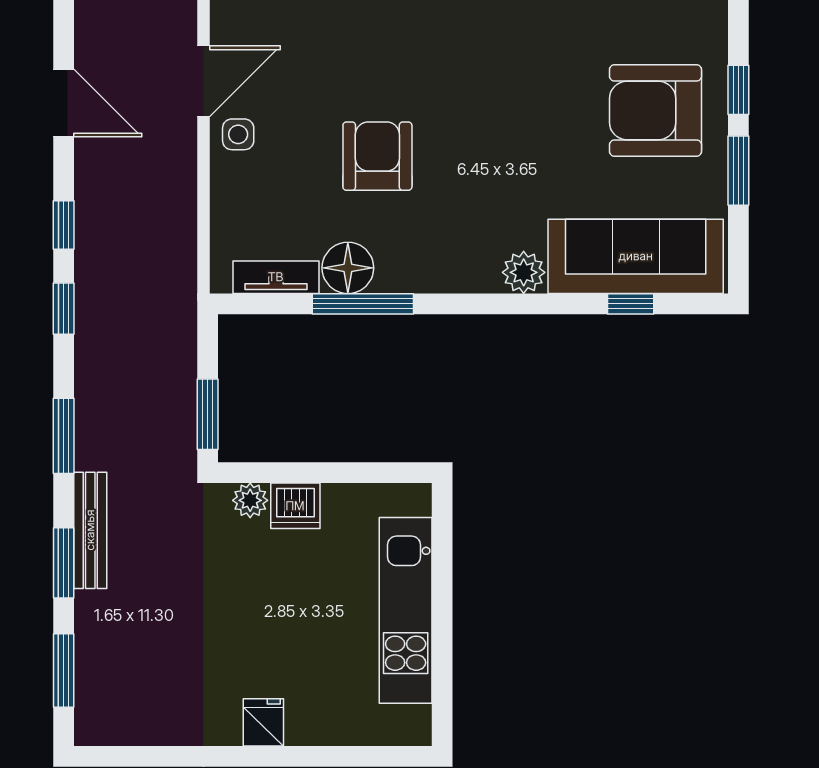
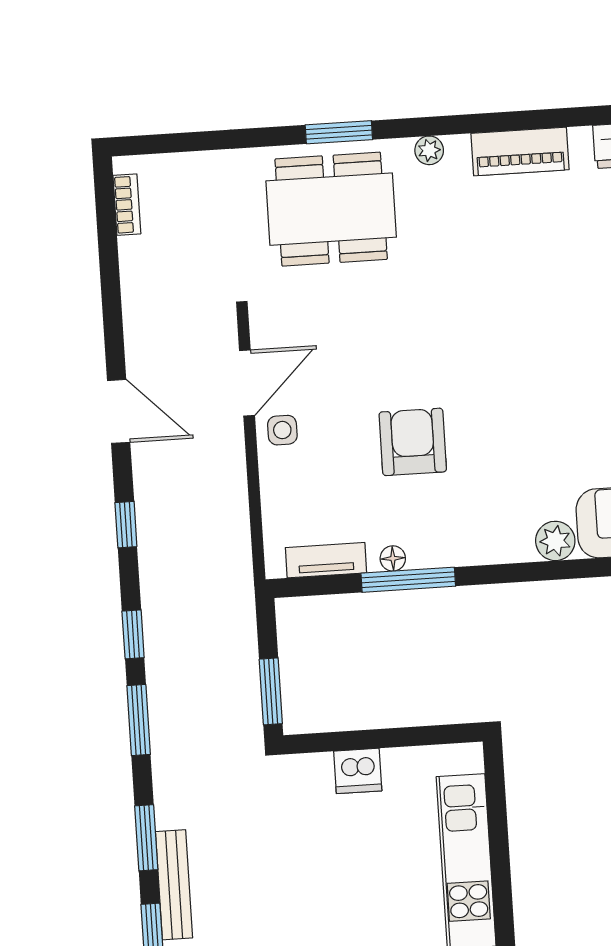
floor lamp: (348, 268) -> (393, 558), width x0.53, depth x0.53
window: (64, 309) -> (133, 634), moved
plant: (250, 500) -> (315, 769), removed
bench: (90, 530) -> (174, 885), moved

